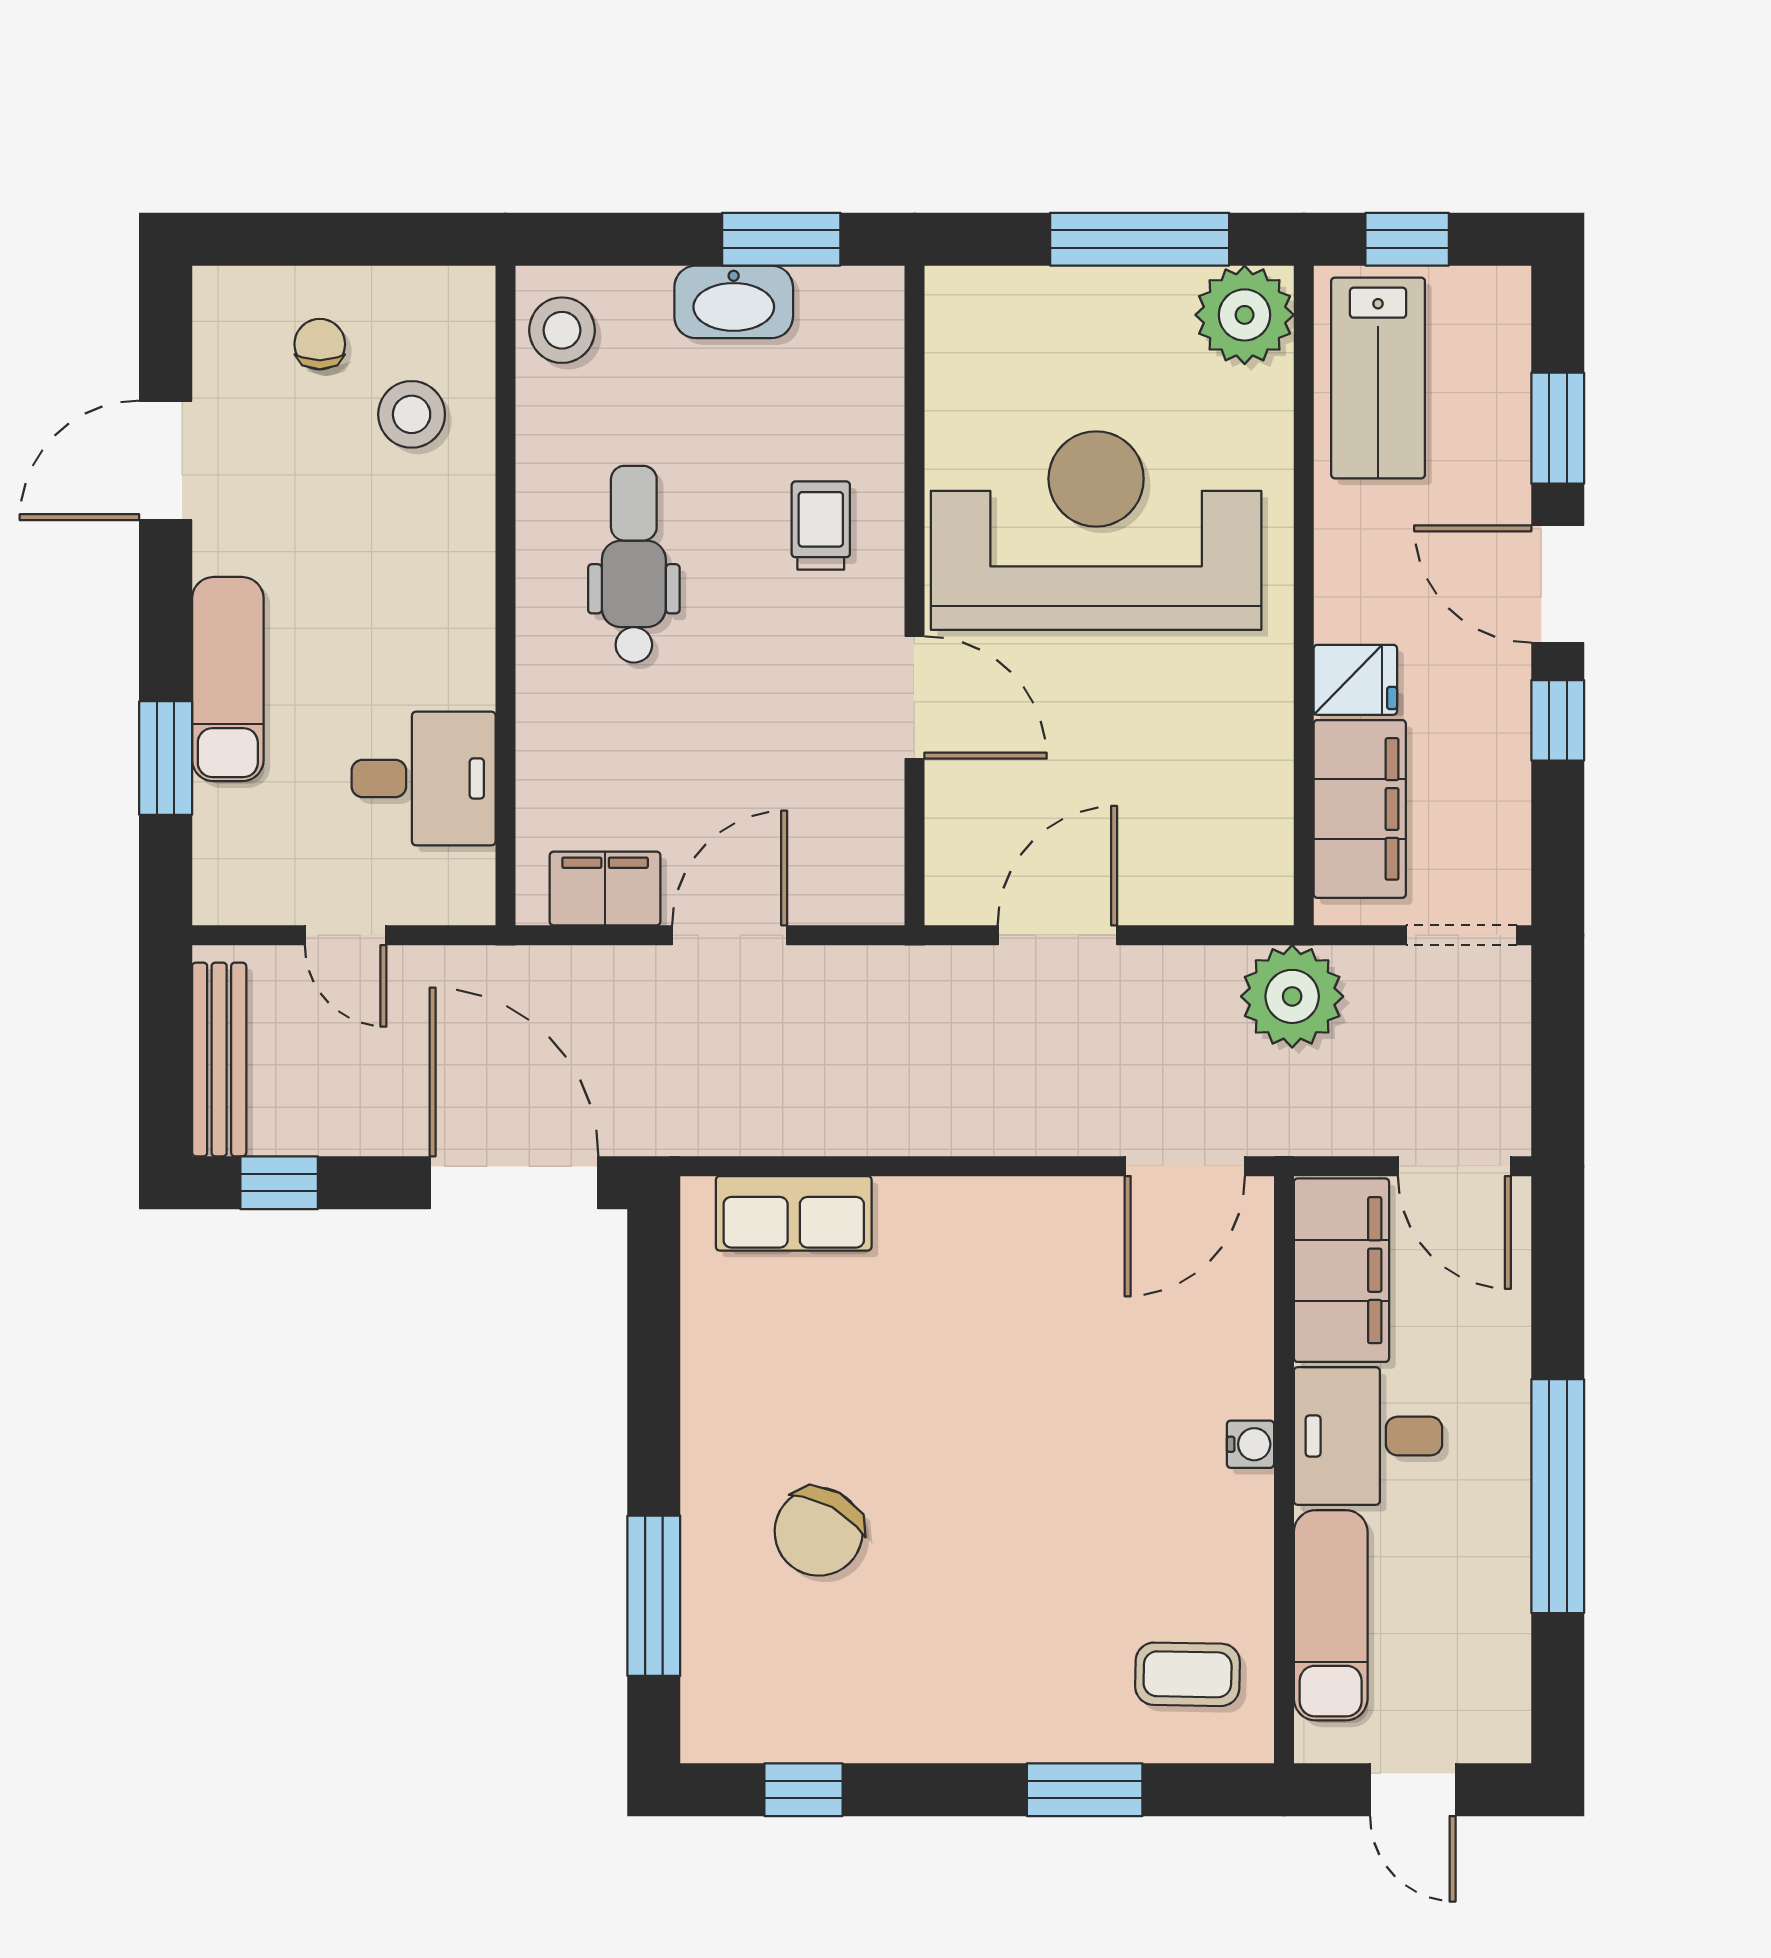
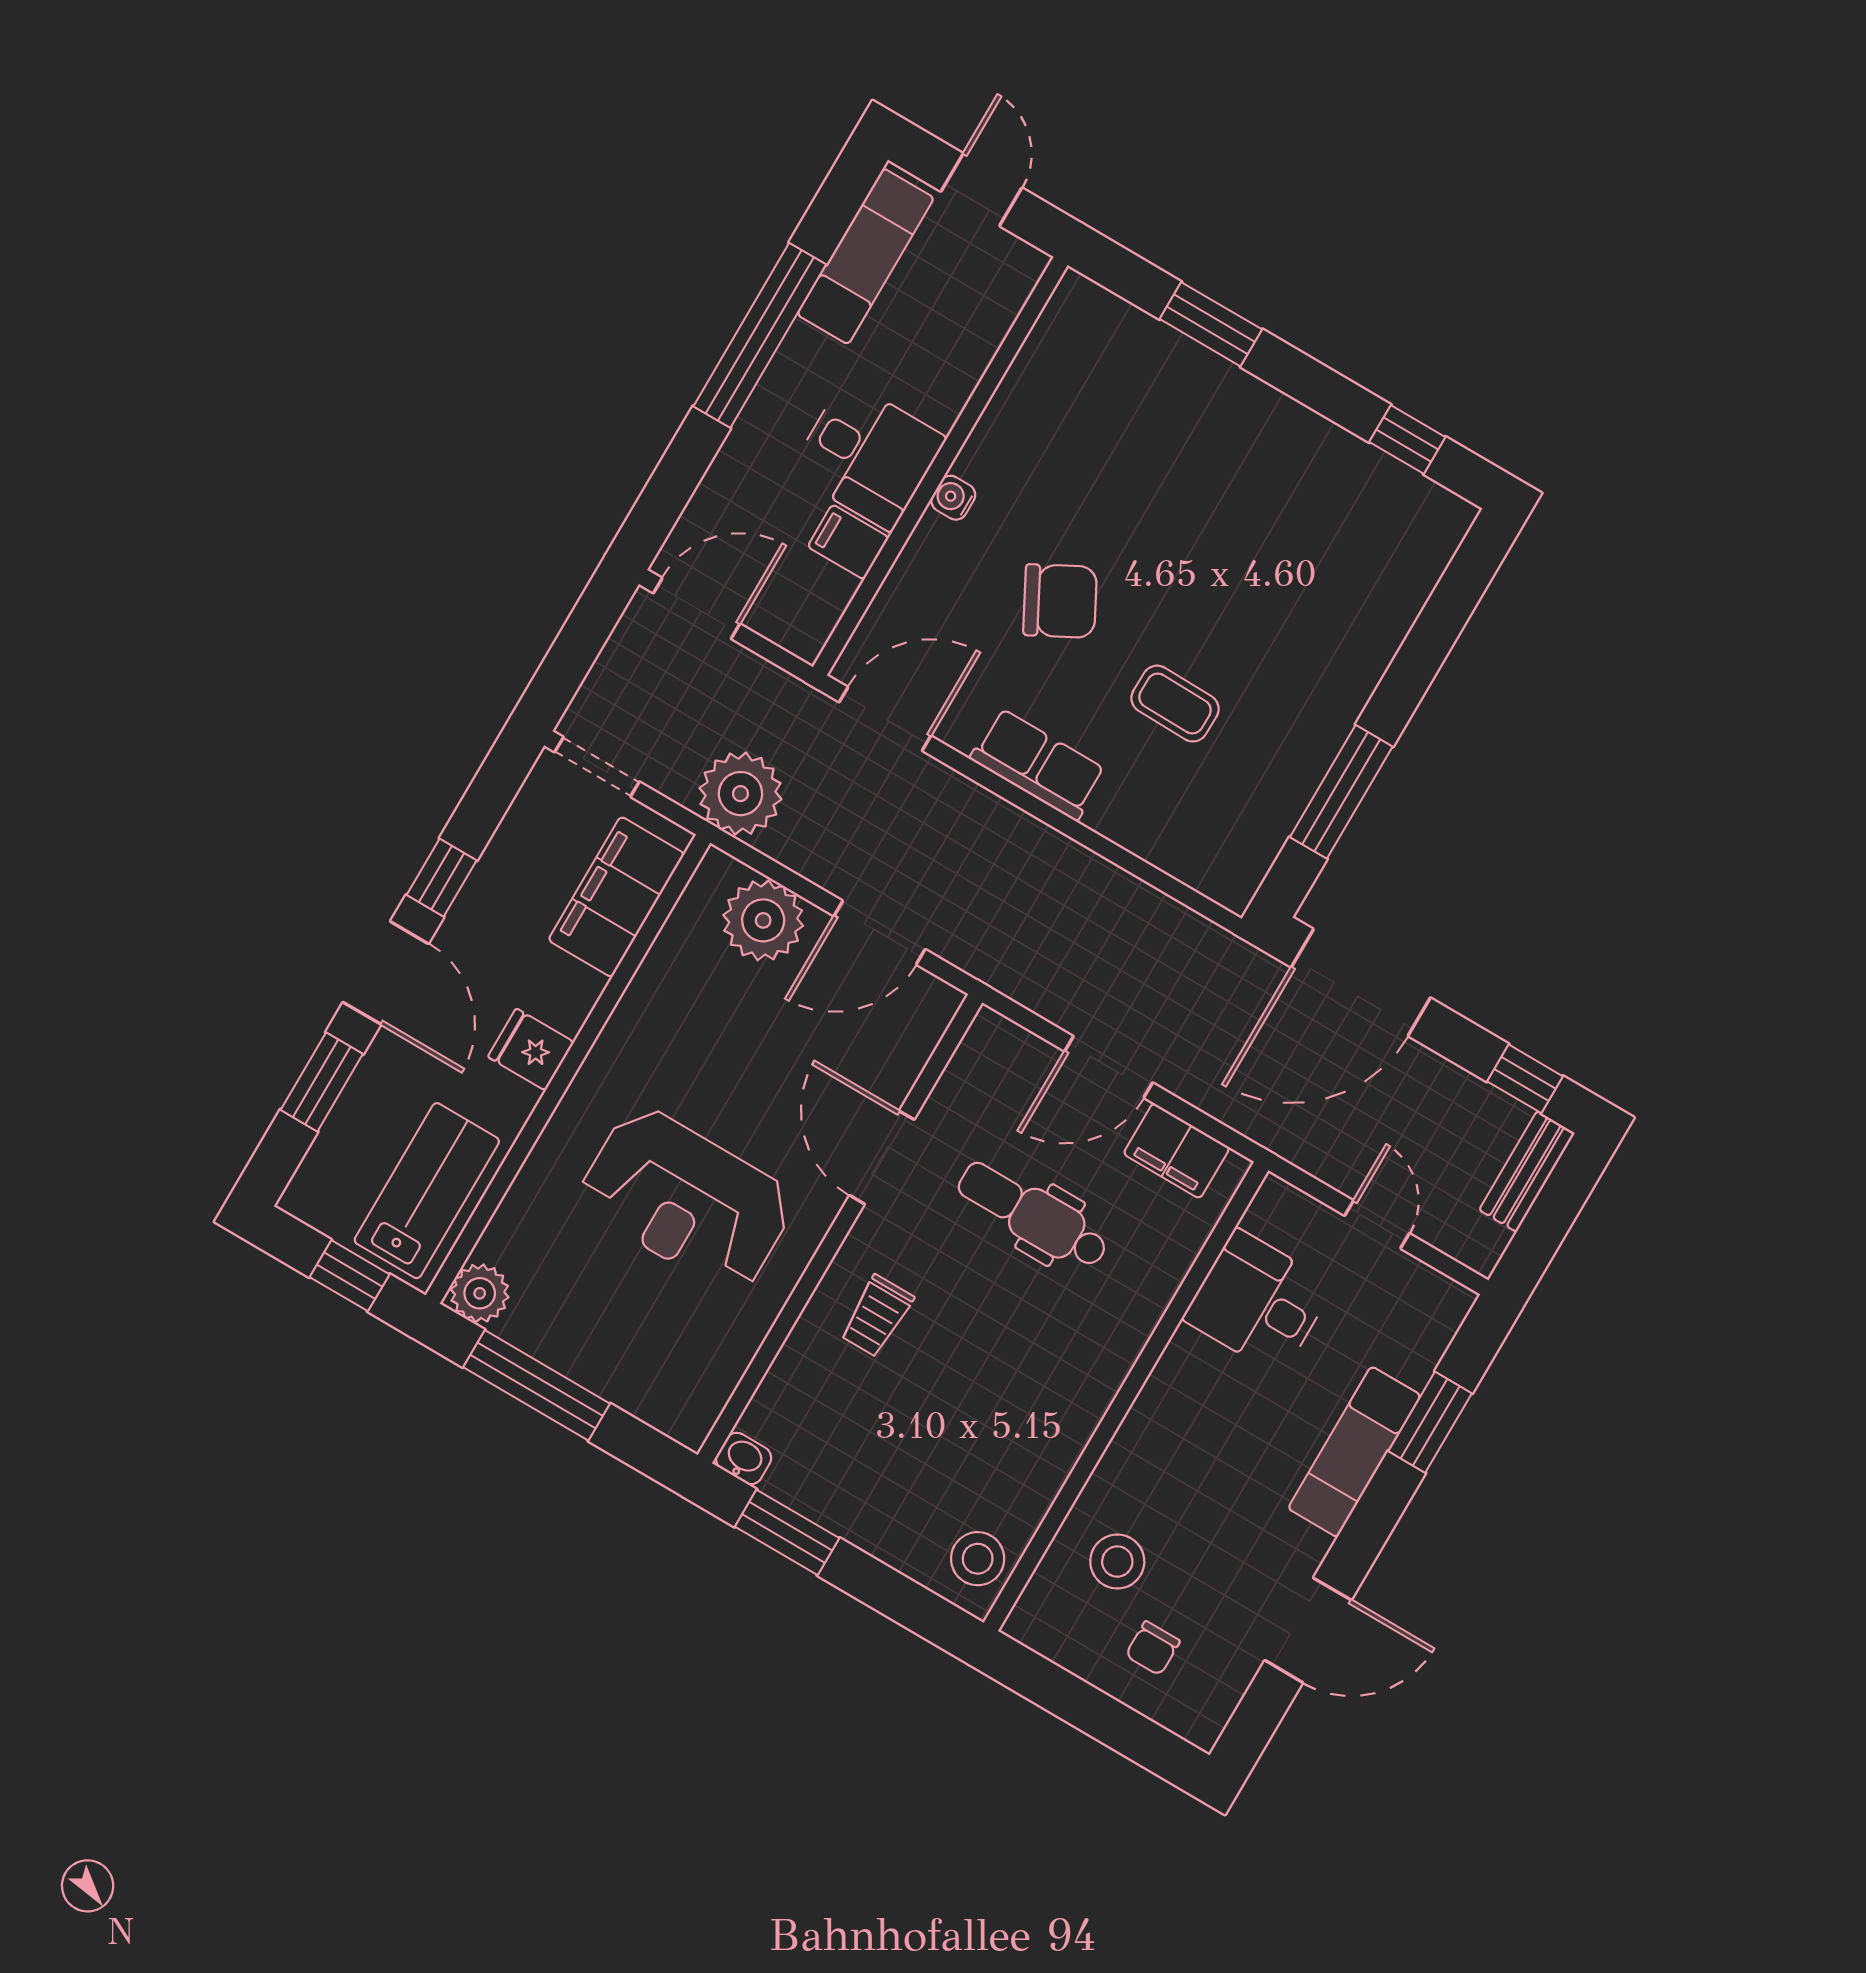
washbasin: (734, 302) -> (744, 1459), moved, width x0.52, depth x0.69
plant: (1245, 315) -> (480, 1293), width x0.73, depth x0.73
reception desk: (1096, 531) -> (686, 1200), width x0.74, depth x0.77
dental chair: (634, 564) -> (1033, 1215), moved, turned 90
fridge: (1355, 680) -> (531, 1050), moved
plant: (1189, 876) -> (763, 920), added
bench: (219, 1059) -> (1527, 1171), width x0.73
door: (1454, 1166) -> (697, 608), hinge flipped
door: (514, 1183) -> (1361, 982), hinge flipped
row of seats: (794, 1213) -> (1038, 764), moved
filing cabinet: (1341, 1270) -> (848, 542), width x0.33, depth x0.86
chair: (819, 1532) -> (1060, 601), moved, turned 33
window: (654, 1596) -> (1341, 792), moved
exam couch: (1331, 1615) -> (866, 256), moved, turned 180
coffee table: (1188, 1674) -> (1175, 704), moved

